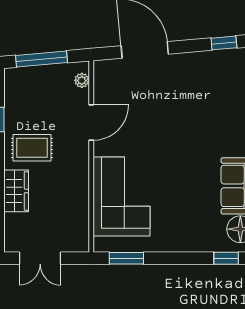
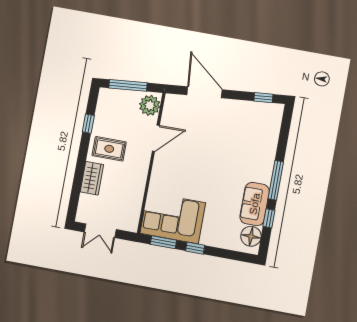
plant: (82, 80) -> (150, 105), width x1.87, depth x1.87
corner sofa: (122, 197) -> (173, 218), moved, turned -90
window: (226, 258) -> (195, 248), moved

